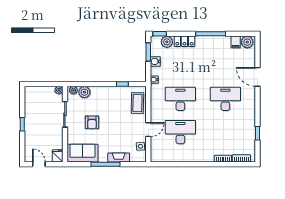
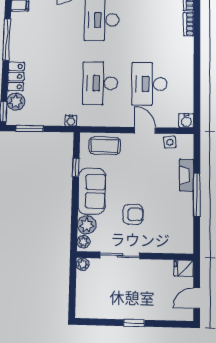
water cooler: (155, 61) -> (186, 121), moved
sofa: (82, 153) -> (92, 191), moved, turned 180

